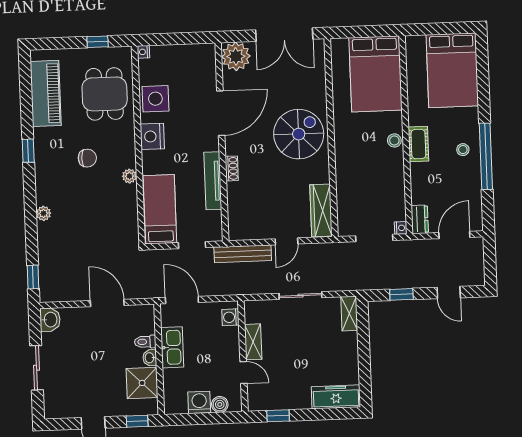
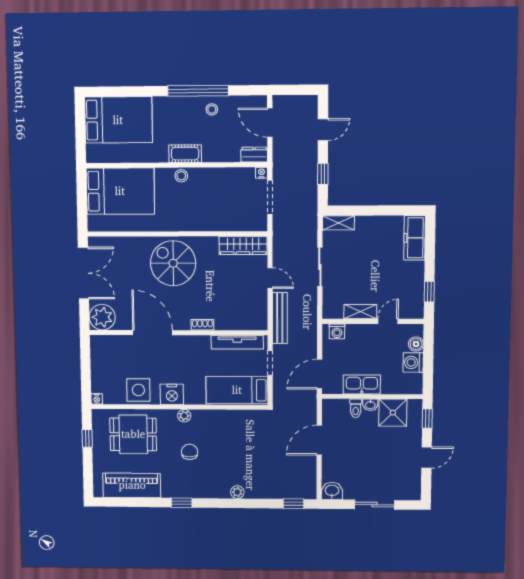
stool: (463, 150) -> (212, 109), moved
plant: (129, 176) -> (184, 416), moved
tv unit: (213, 181) -> (237, 342), moved

